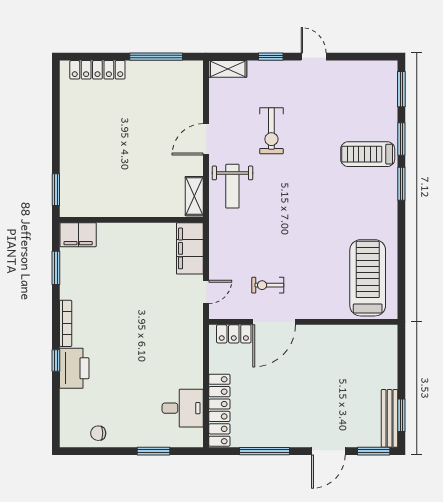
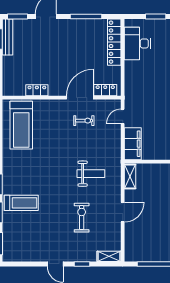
weight bench: (232, 186) -> (91, 174), moved, turned 90
locker: (343, 334) -> (37, 90), added
desk: (183, 408) -> (137, 43), width x1.37

